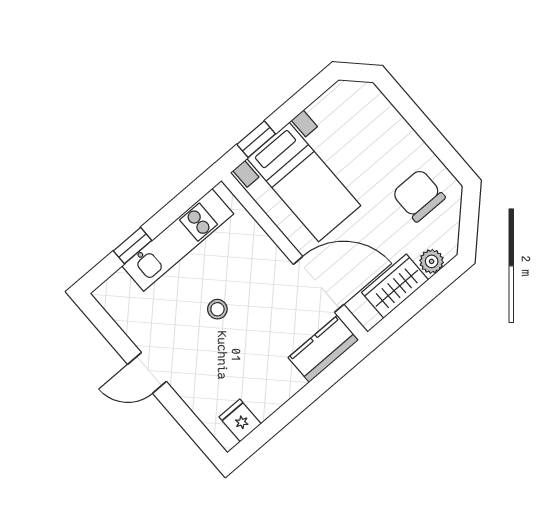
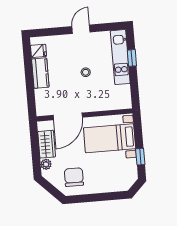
window: (256, 139) -> (140, 157), moved
chair: (419, 195) -> (74, 177), turned -90
kitchen unit: (178, 240) -> (120, 57), moved
kitchen counter: (323, 349) -> (40, 73), moved

